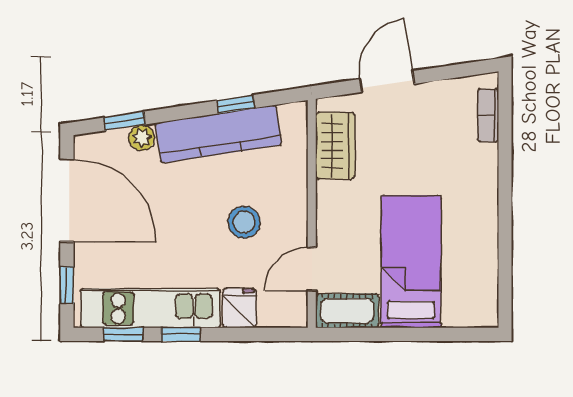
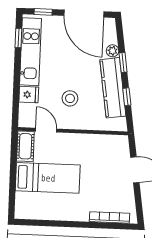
bookcase: (488, 115) -> (109, 217), width x1.56
window: (125, 121) -> (123, 62), moved
wardrobe: (335, 146) -> (105, 144), removed
door: (67, 200) -> (84, 14), hinge flipped
window: (181, 334) -> (17, 66), removed

